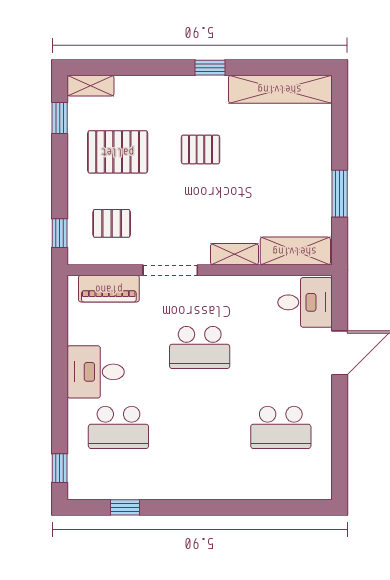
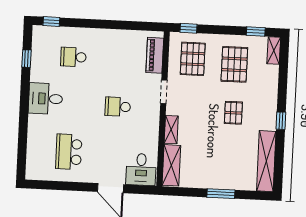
window: (340, 194) -> (221, 194), moved
pallet: (112, 223) -> (193, 59), width x1.50, depth x1.42
doorway: (170, 270) -> (164, 92), width x0.73
school desk: (200, 348) -> (118, 107), width x0.54
desk: (96, 372) -> (46, 99), moved, turned -90
school desk: (118, 427) -> (73, 57), width x0.54

